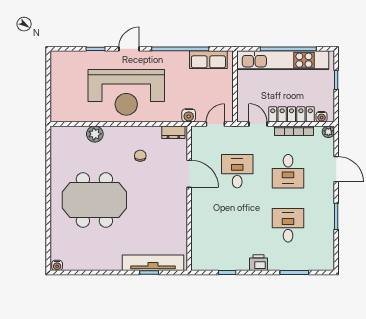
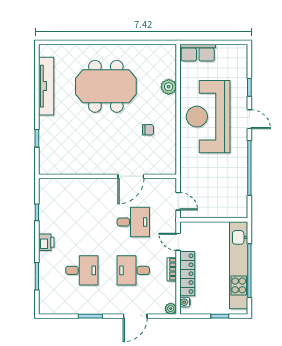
row of seats: (208, 60) -> (198, 53), moved, turned -90
water cooler: (189, 115) -> (186, 176), removed
door: (258, 124) -> (178, 242), swing flipped
bookcase: (294, 131) -> (172, 269), width x0.64
dresser: (173, 132) -> (170, 161), removed
meeting table: (94, 200) -> (106, 86), turned 90
tv unit: (153, 263) -> (46, 86), moved
water cooler: (57, 265) -> (44, 51), removed

